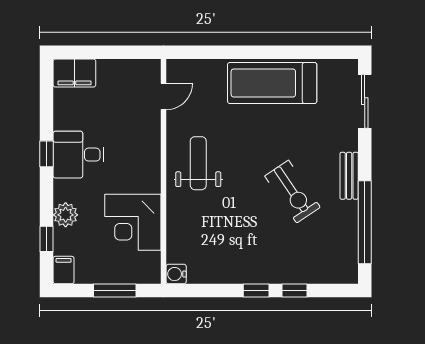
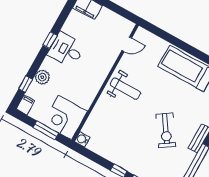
weight bench: (198, 163) -> (125, 89), turned 90
corner desk: (133, 222) -> (65, 118), moved

